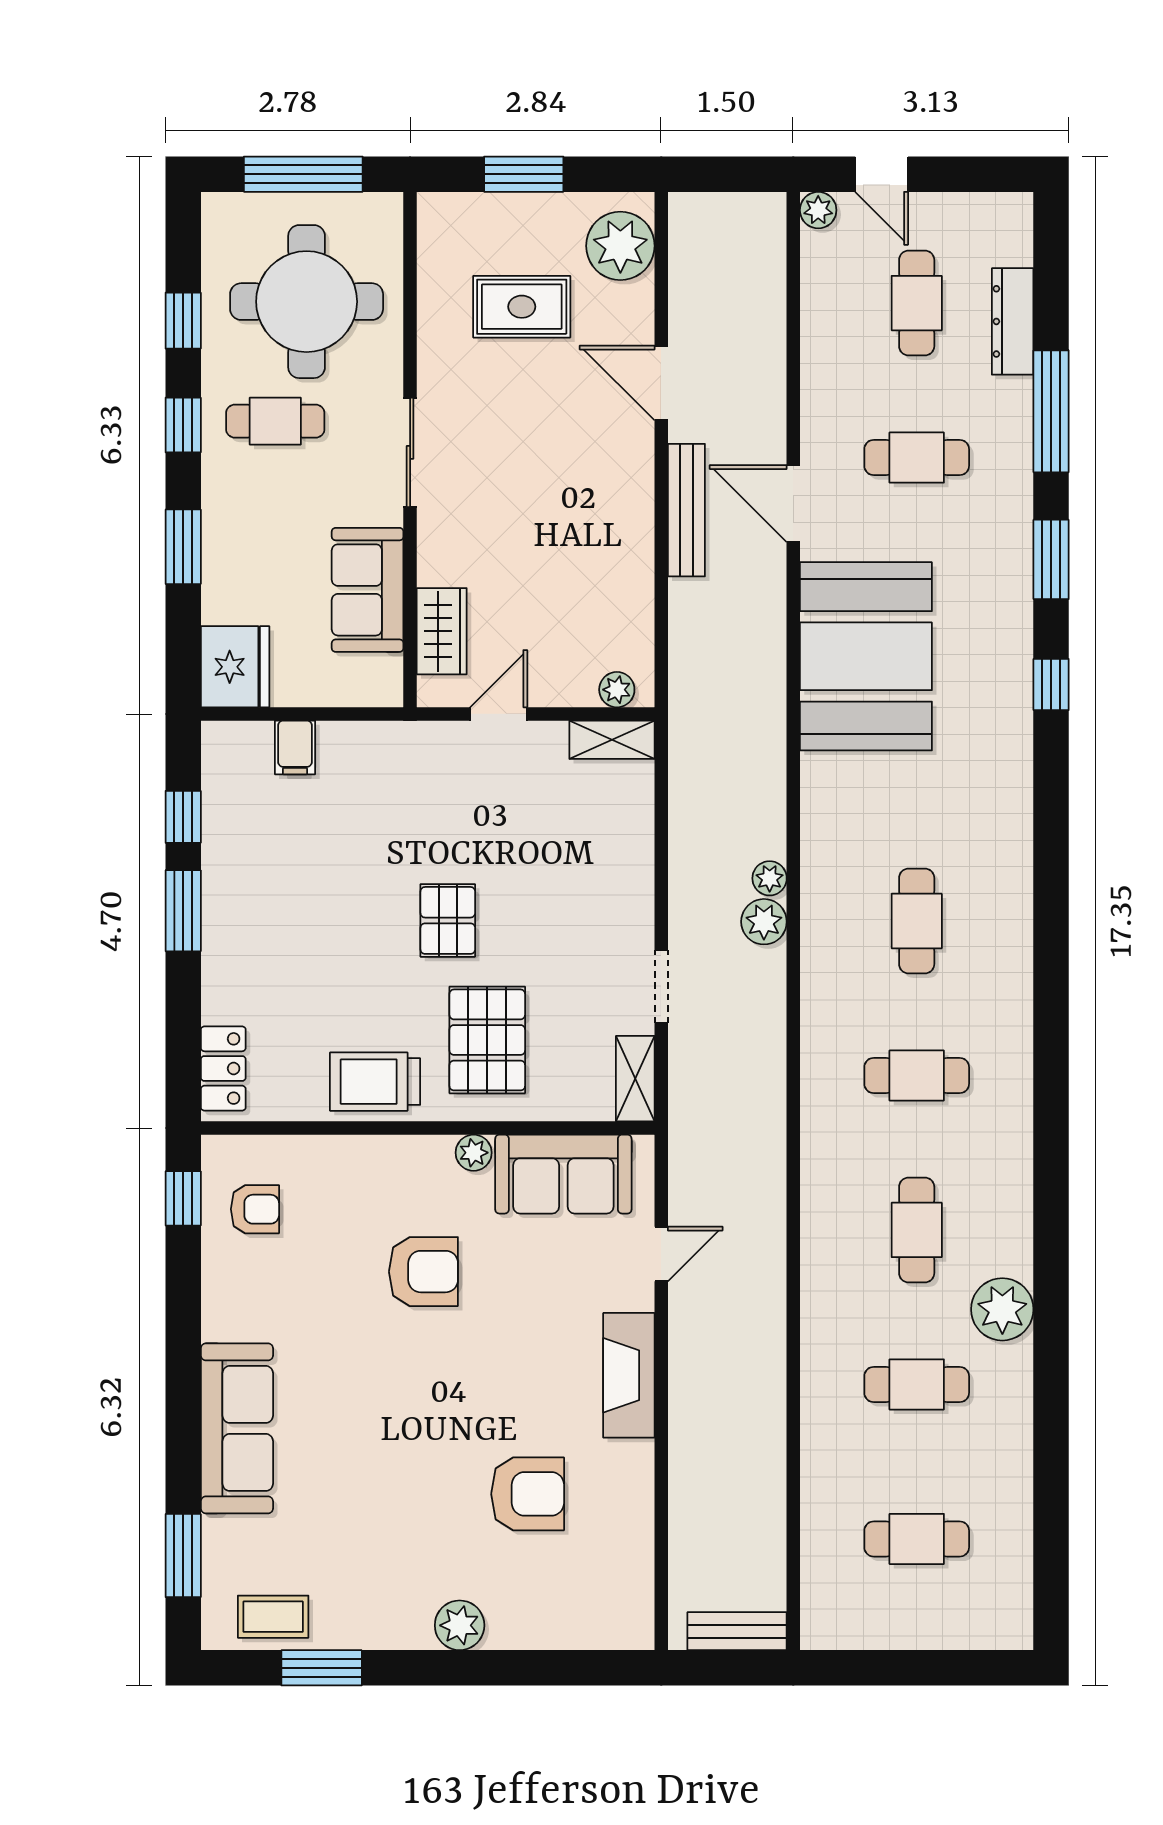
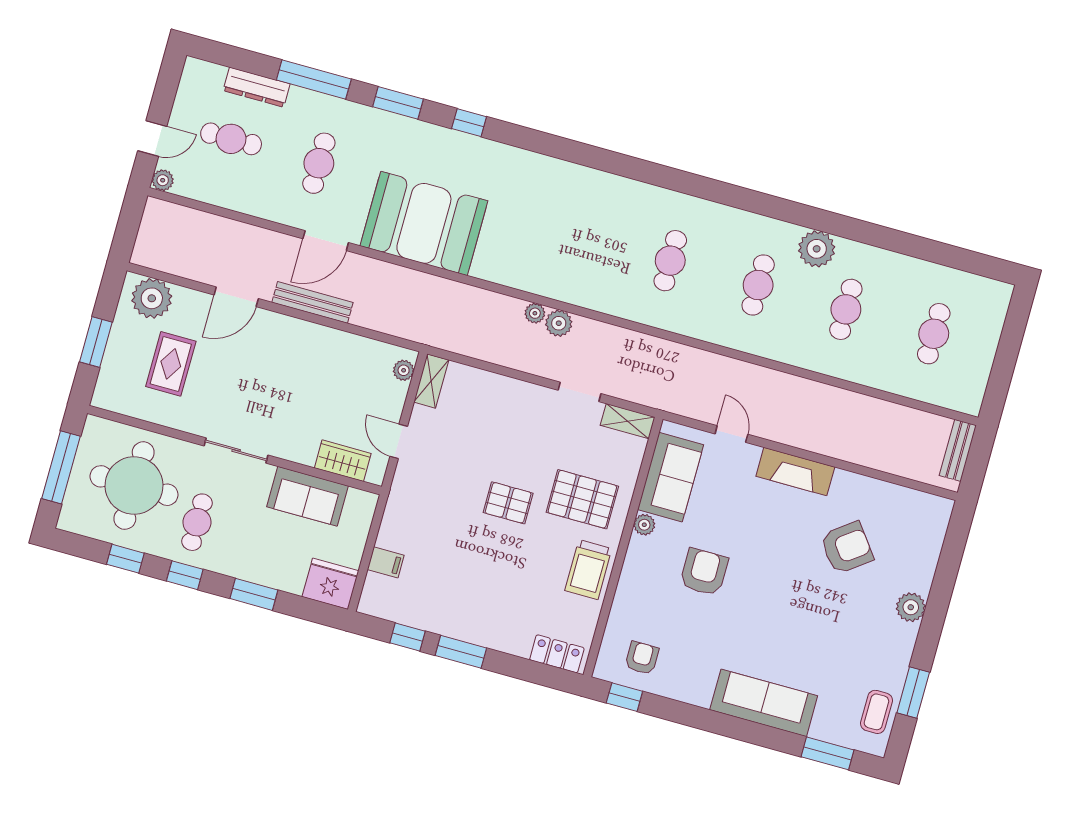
cafe table: (917, 921) -> (582, 236), removed
cafe table: (917, 1230) -> (758, 285), turned 90
armchair: (528, 1494) -> (847, 548), turned 53

